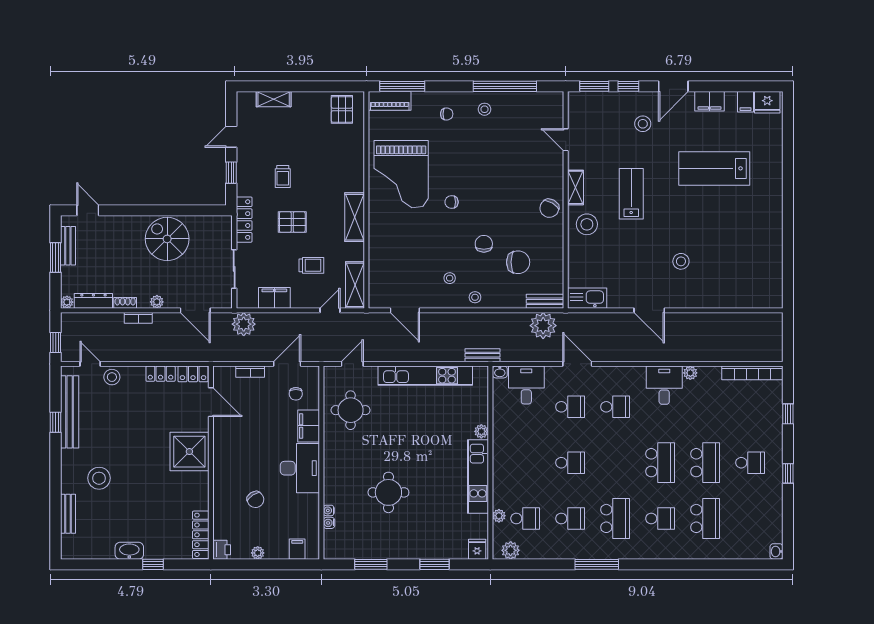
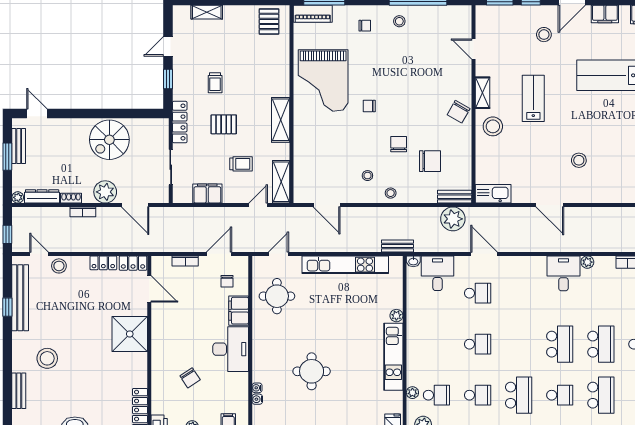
spiral stairs: (167, 239) -> (109, 140), turned -90
plant: (157, 302) -> (105, 192), width x1.88, depth x1.88
plant: (244, 324) -> (179, 218), removed
school desk: (615, 407) -> (519, 293), removed

